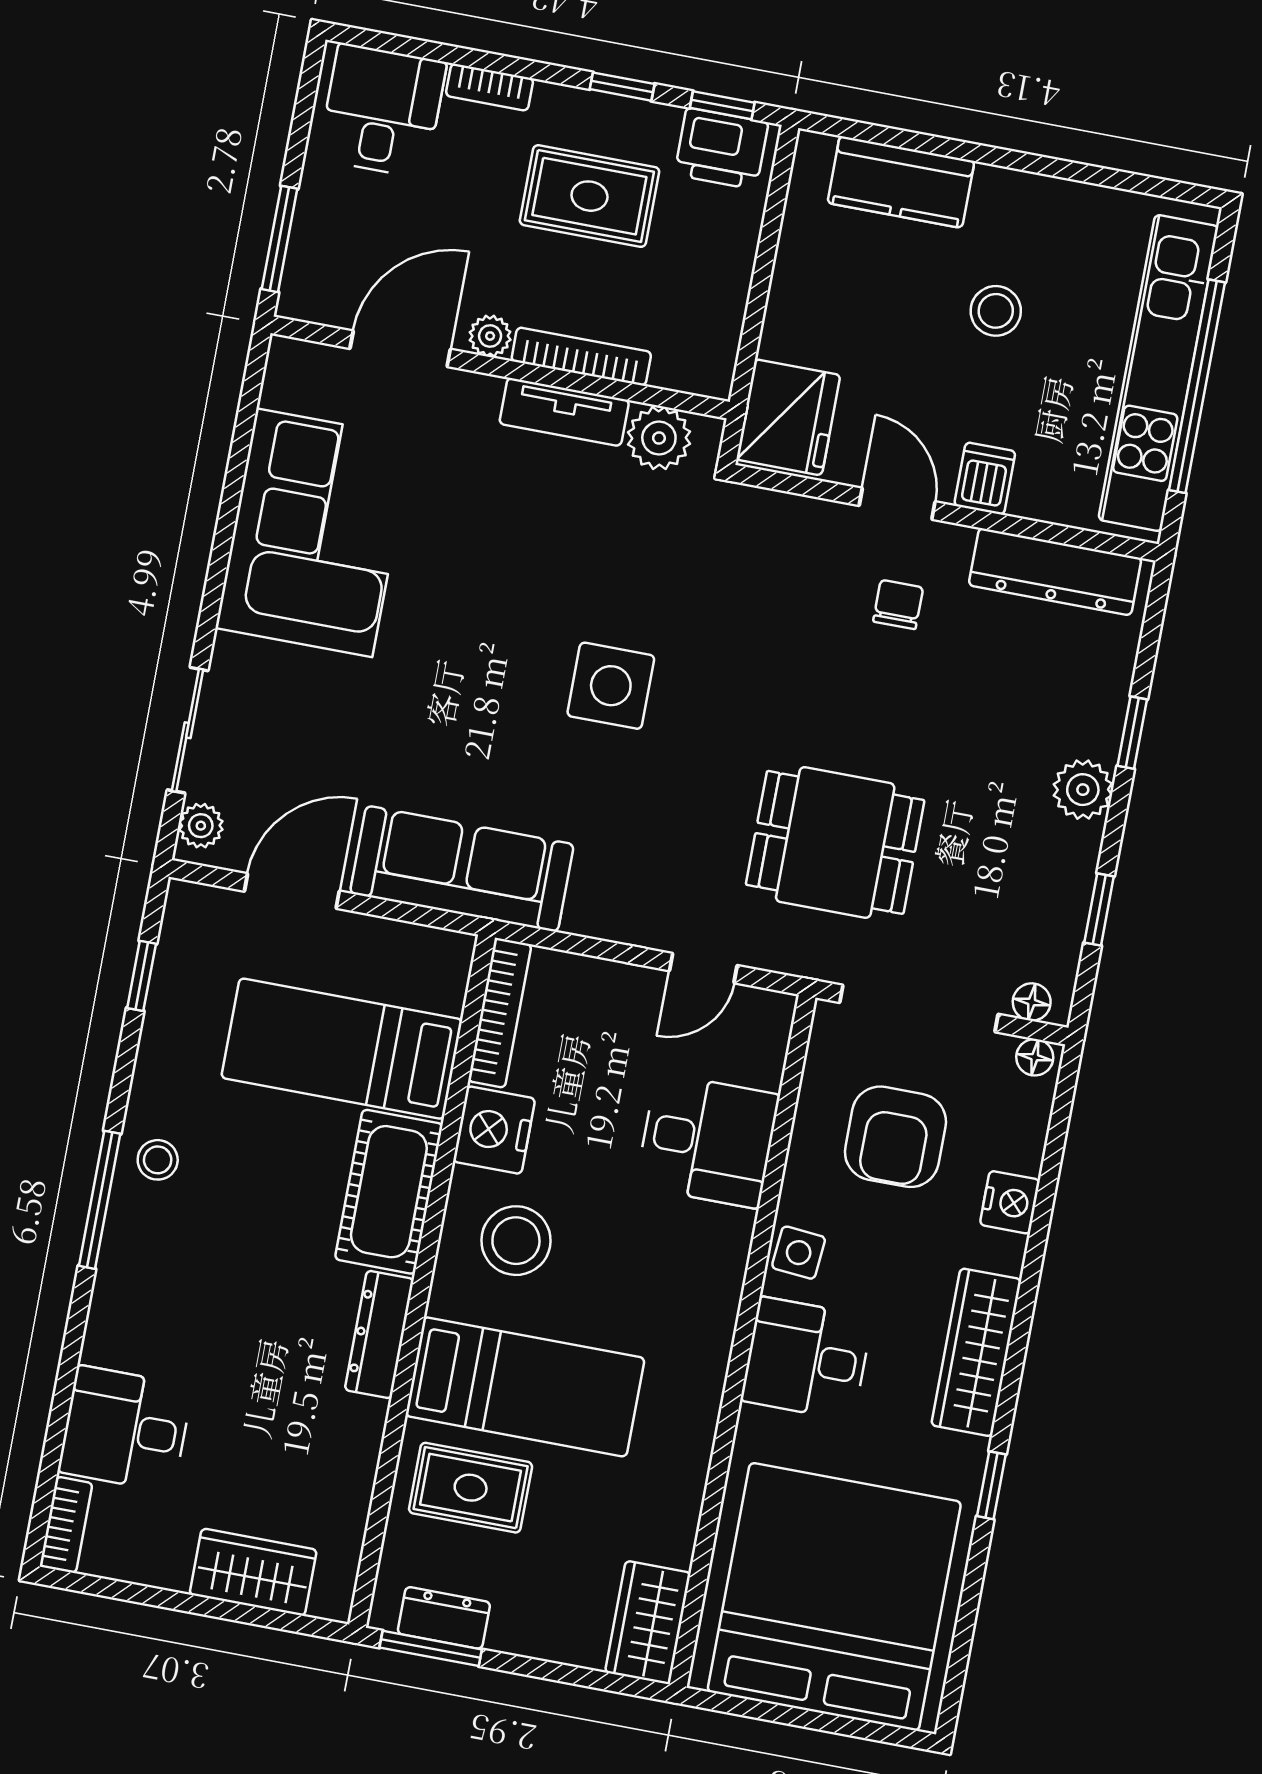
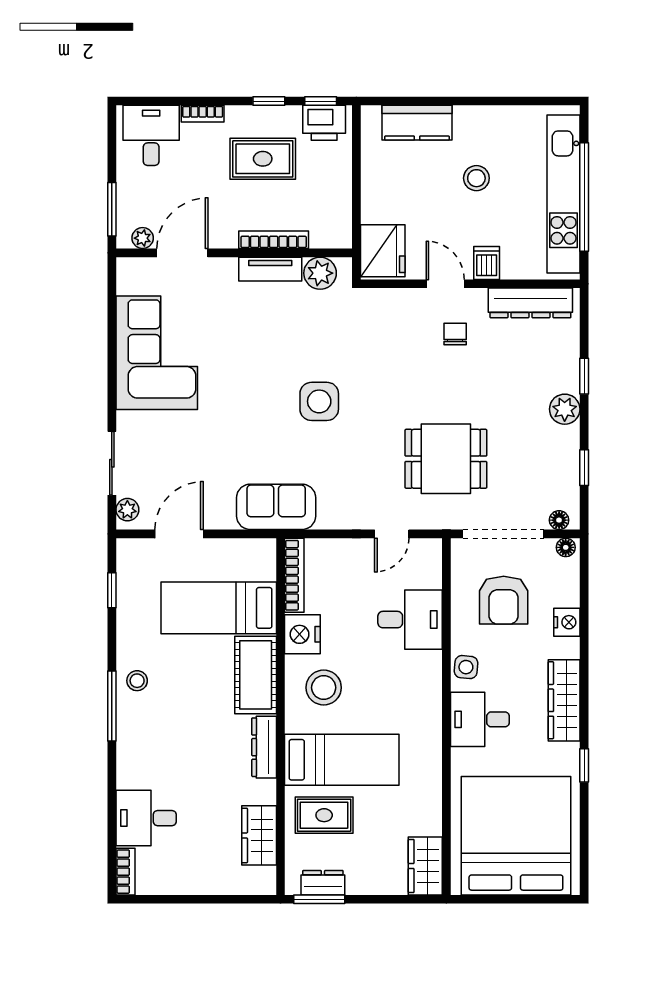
plant: (490, 336) -> (143, 238), moved
sofa: (462, 869) -> (276, 507), width x0.73
wardrobe: (253, 1572) -> (259, 835), moved, turned -90

